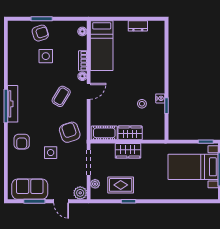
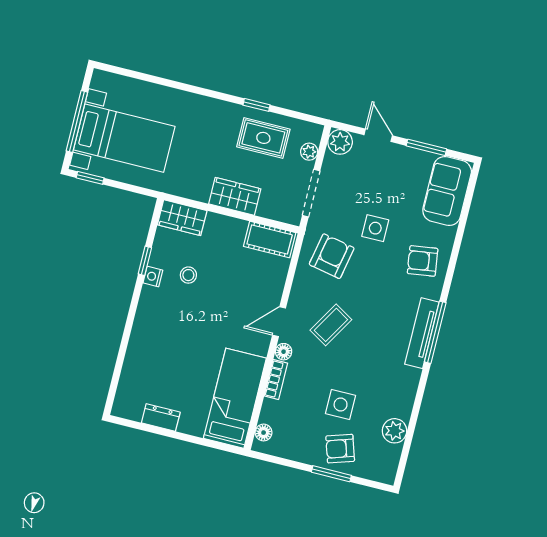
plant: (14, 49) -> (395, 431), added
armchair: (70, 132) -> (332, 256), turned -150
wardrobe: (130, 133) -> (182, 218), moved
armchair: (22, 142) -> (423, 261), turned -98
sofa: (30, 189) -> (447, 191), moved, turned 90

